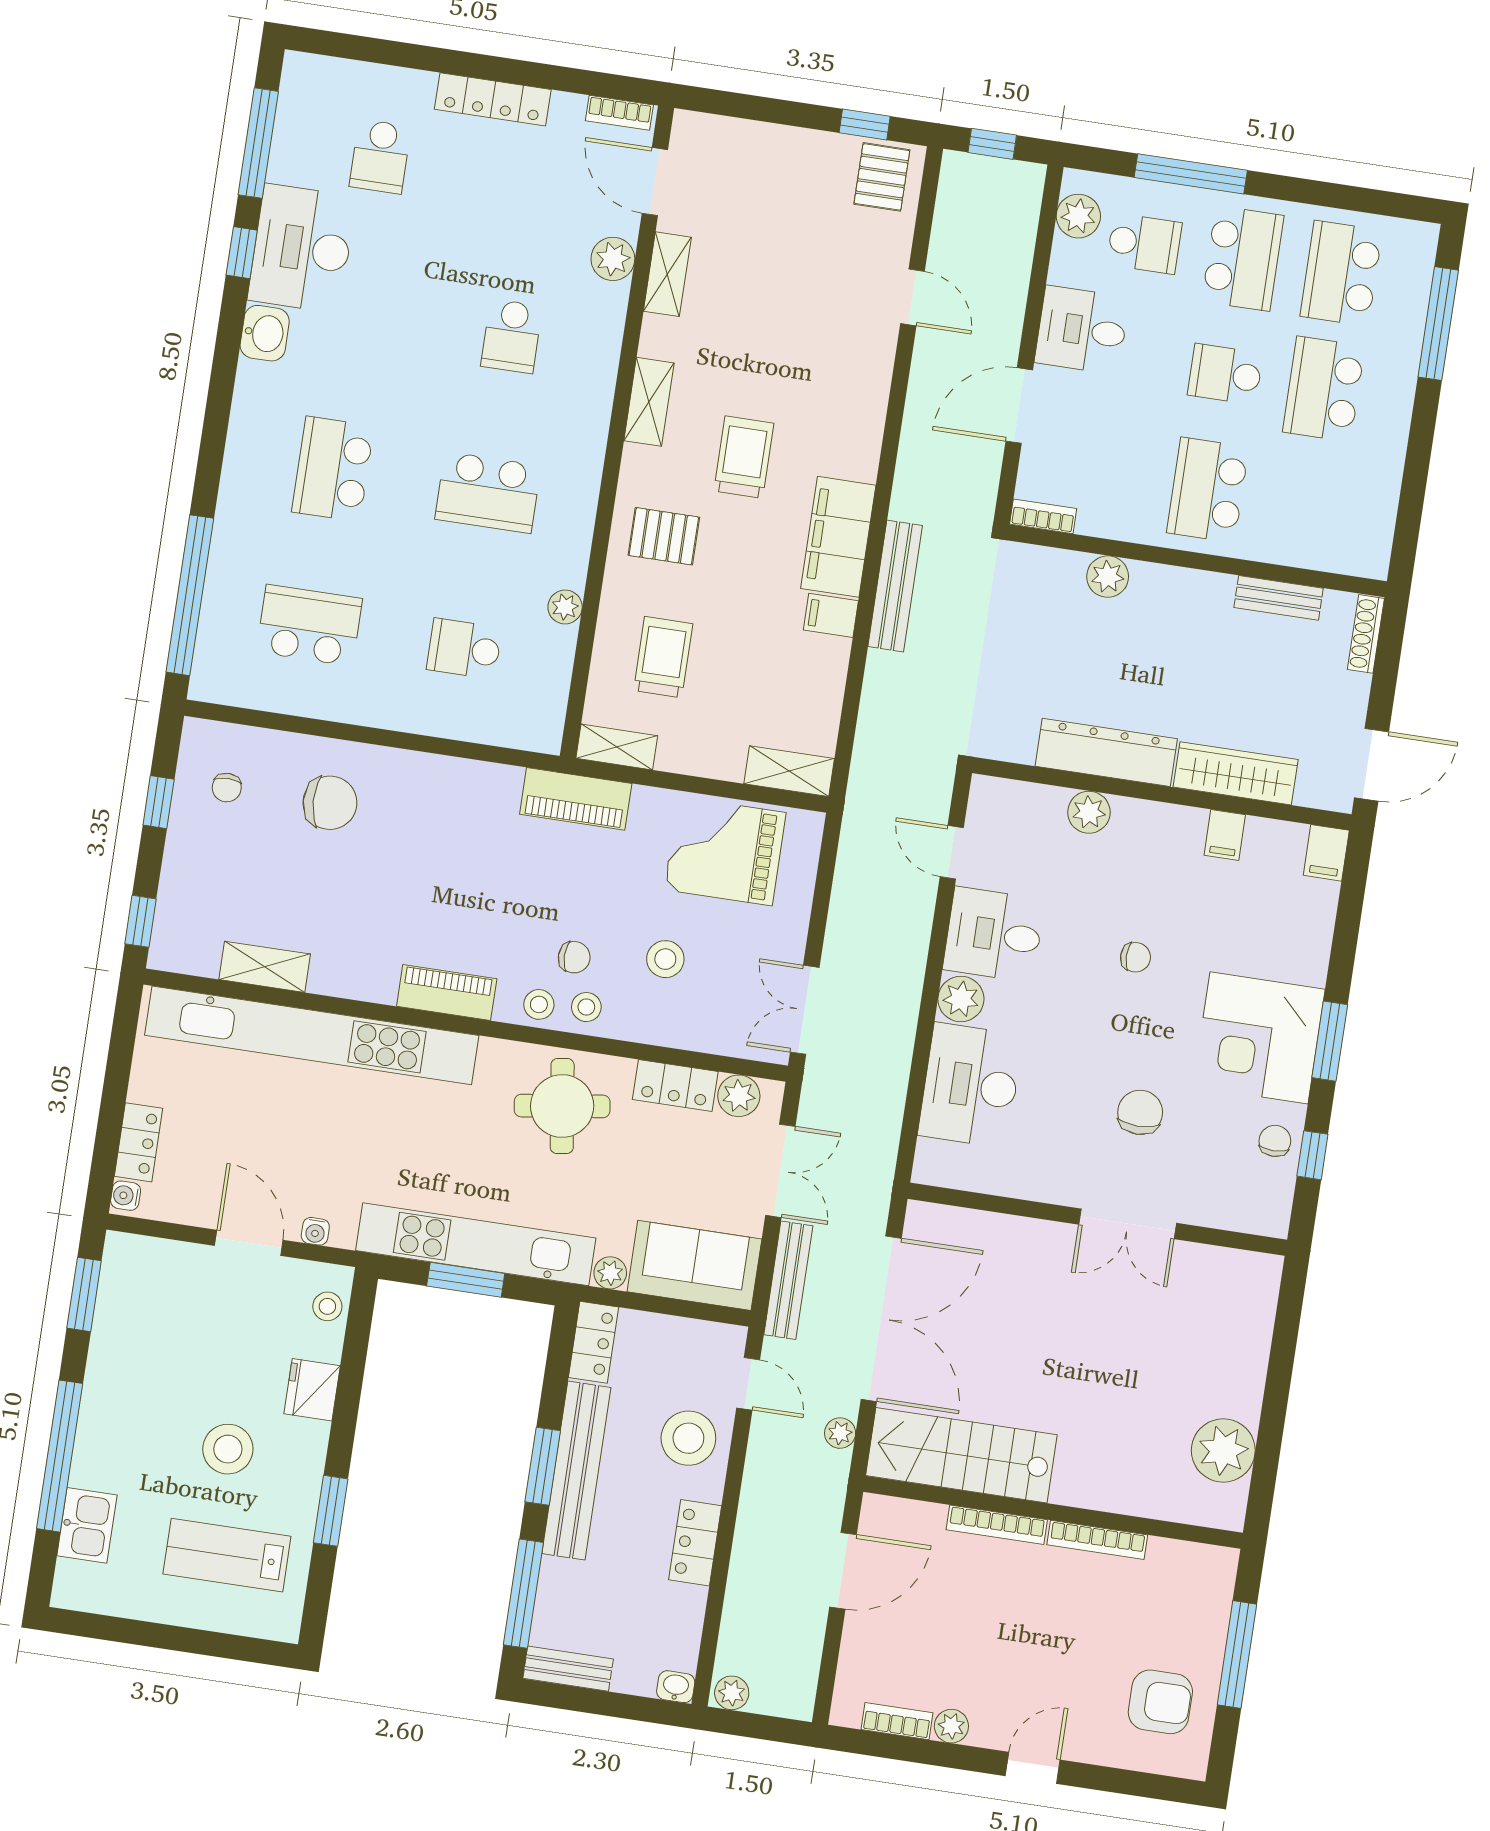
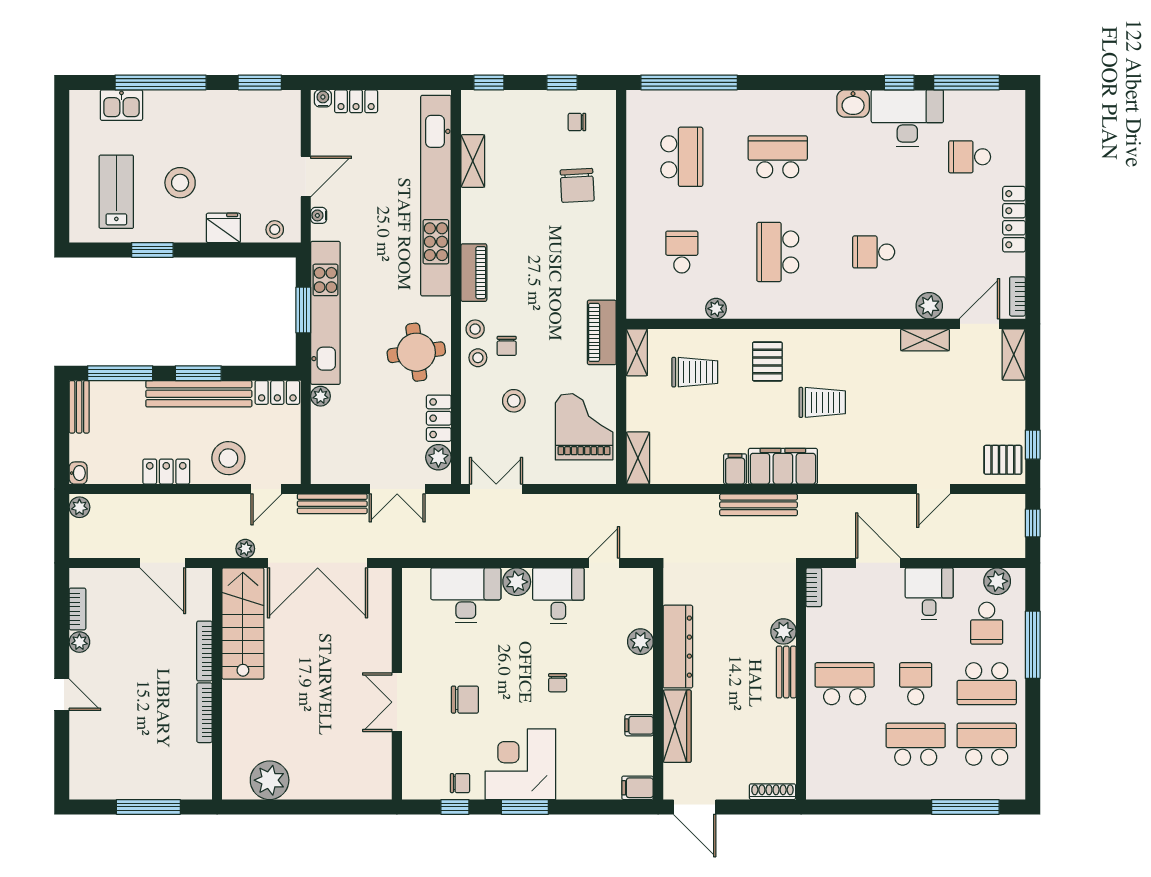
shelving: (649, 402) -> (1014, 355), moved, turned 90
bench: (1279, 598) -> (786, 672), moved
sofa: (694, 1265) -> (333, 446), removed
armchair: (1160, 1702) -> (113, 765), removed

